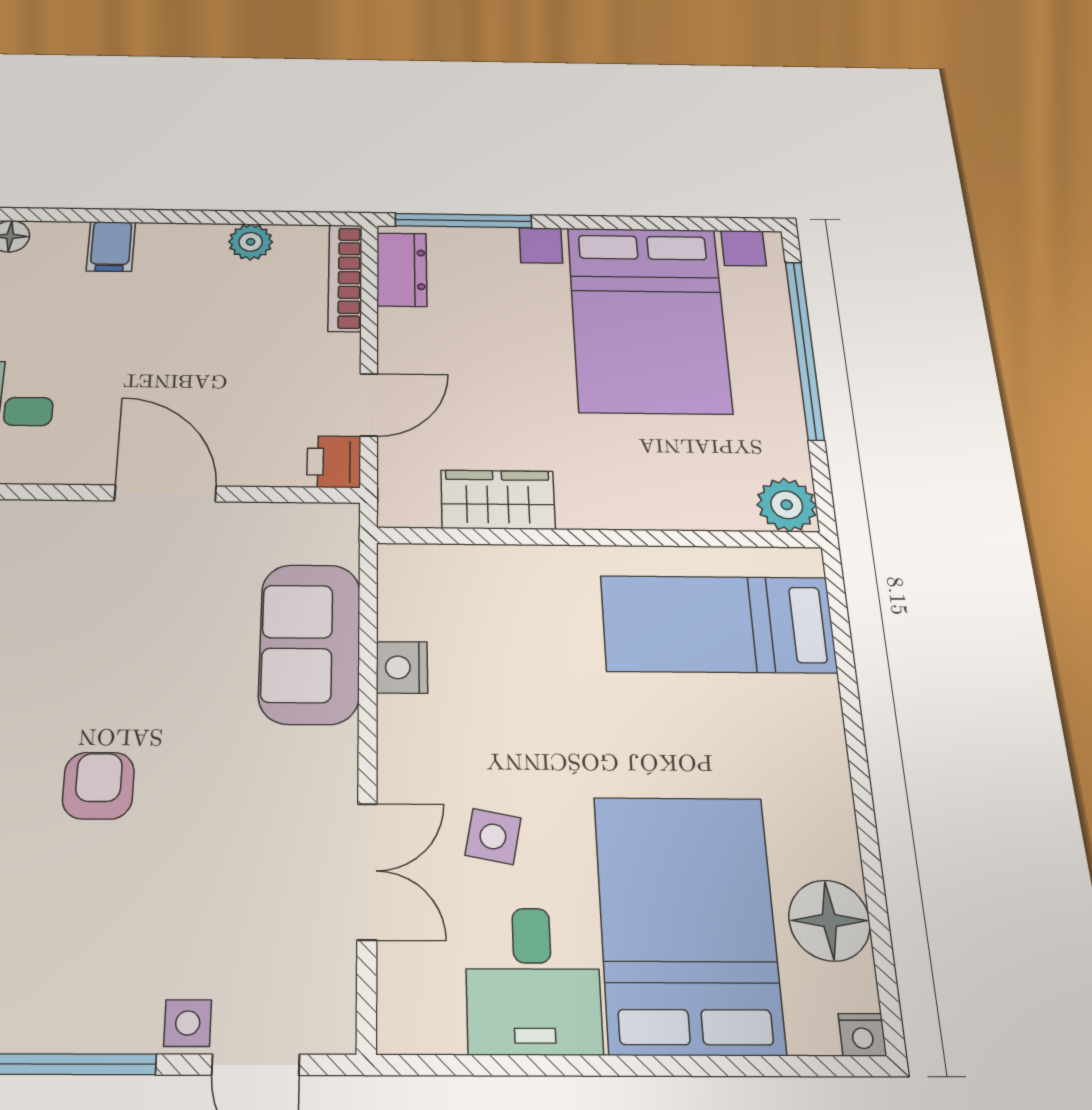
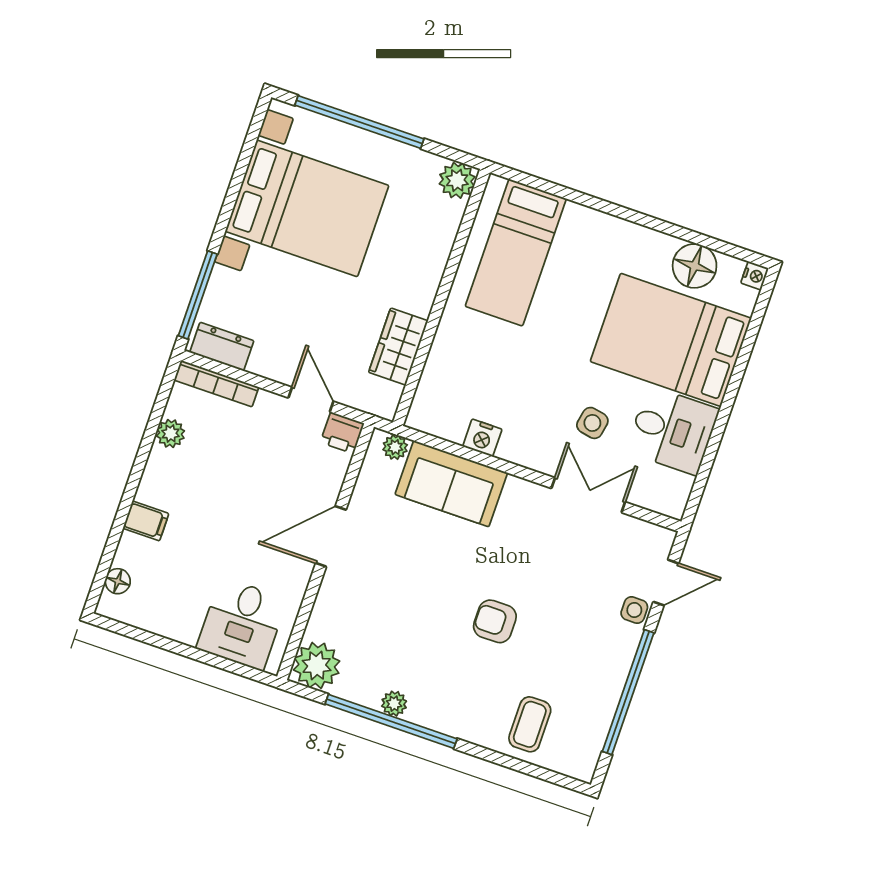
plant: (339, 542) -> (395, 447), added

